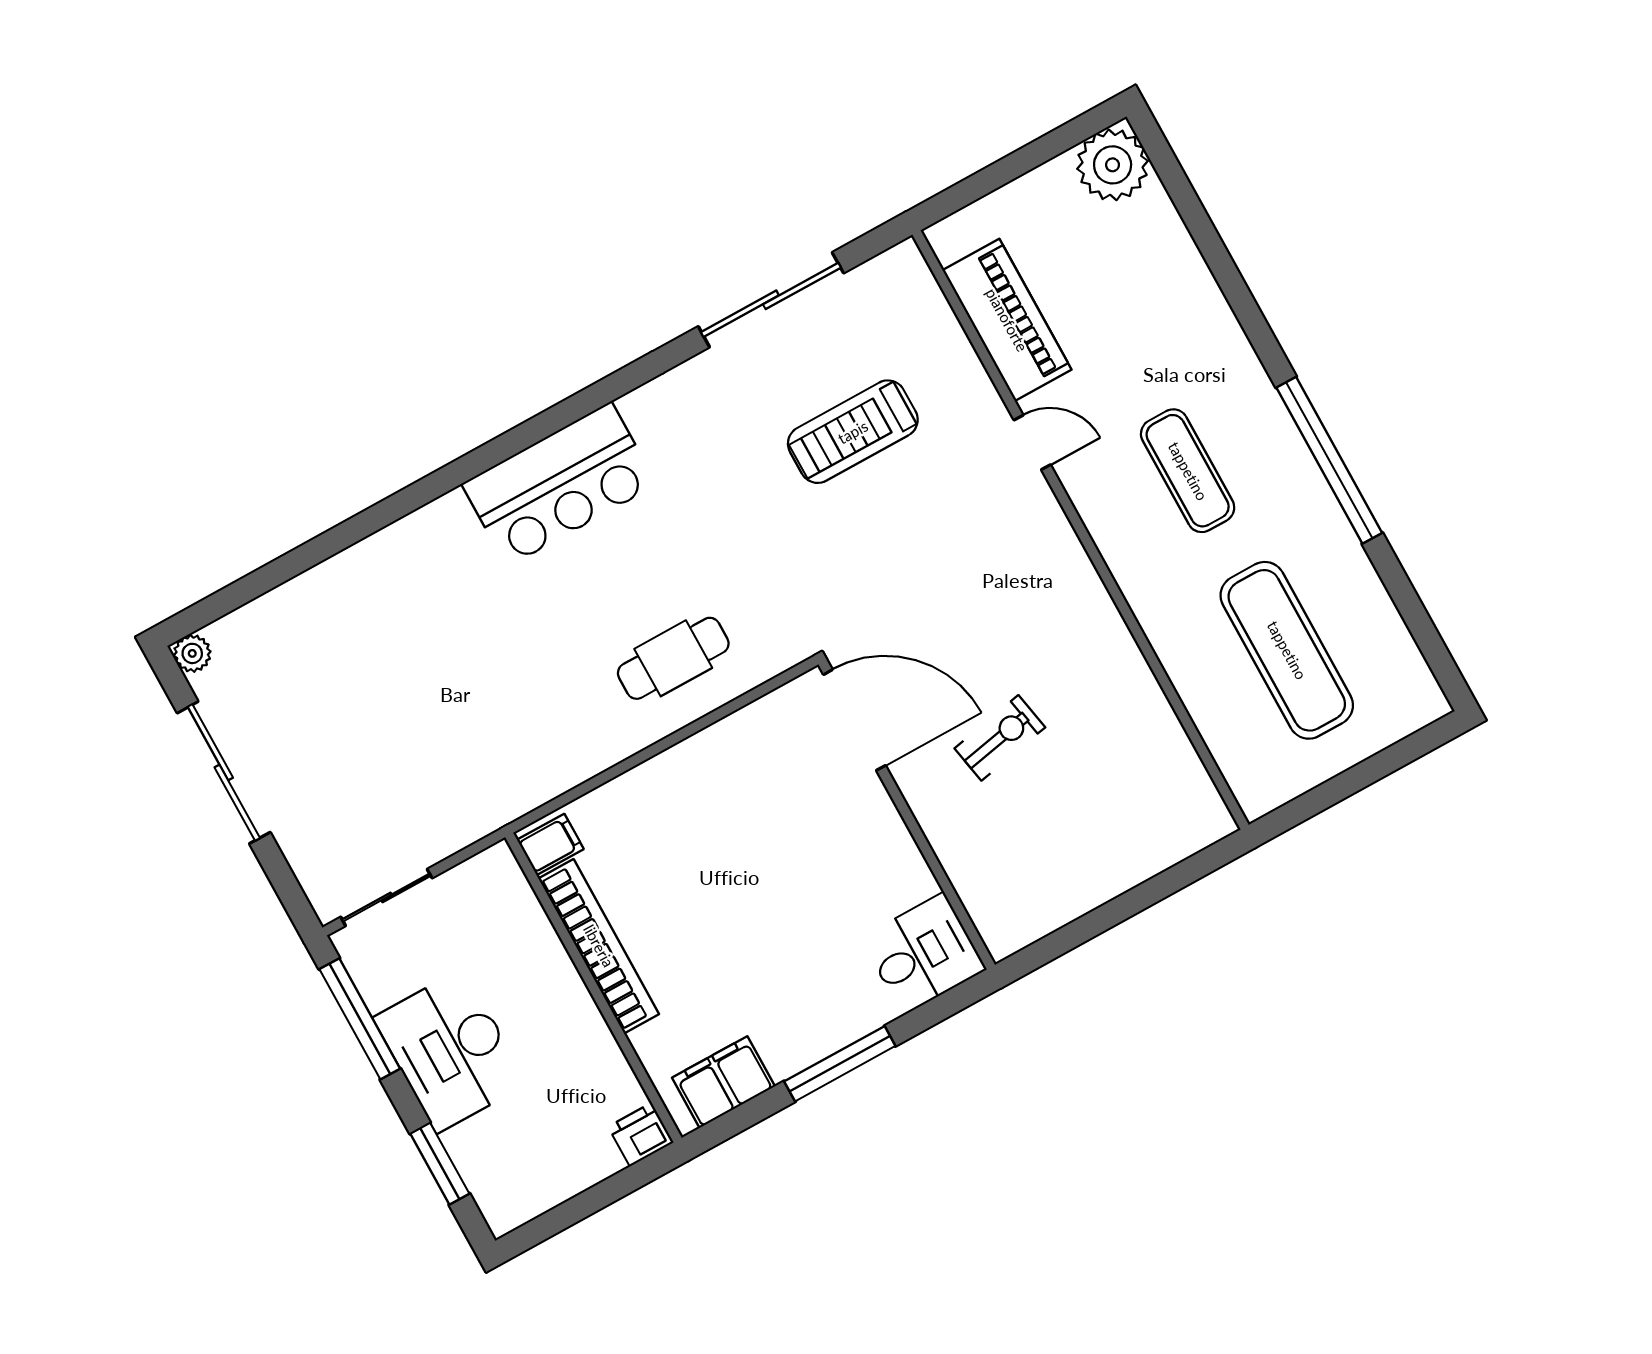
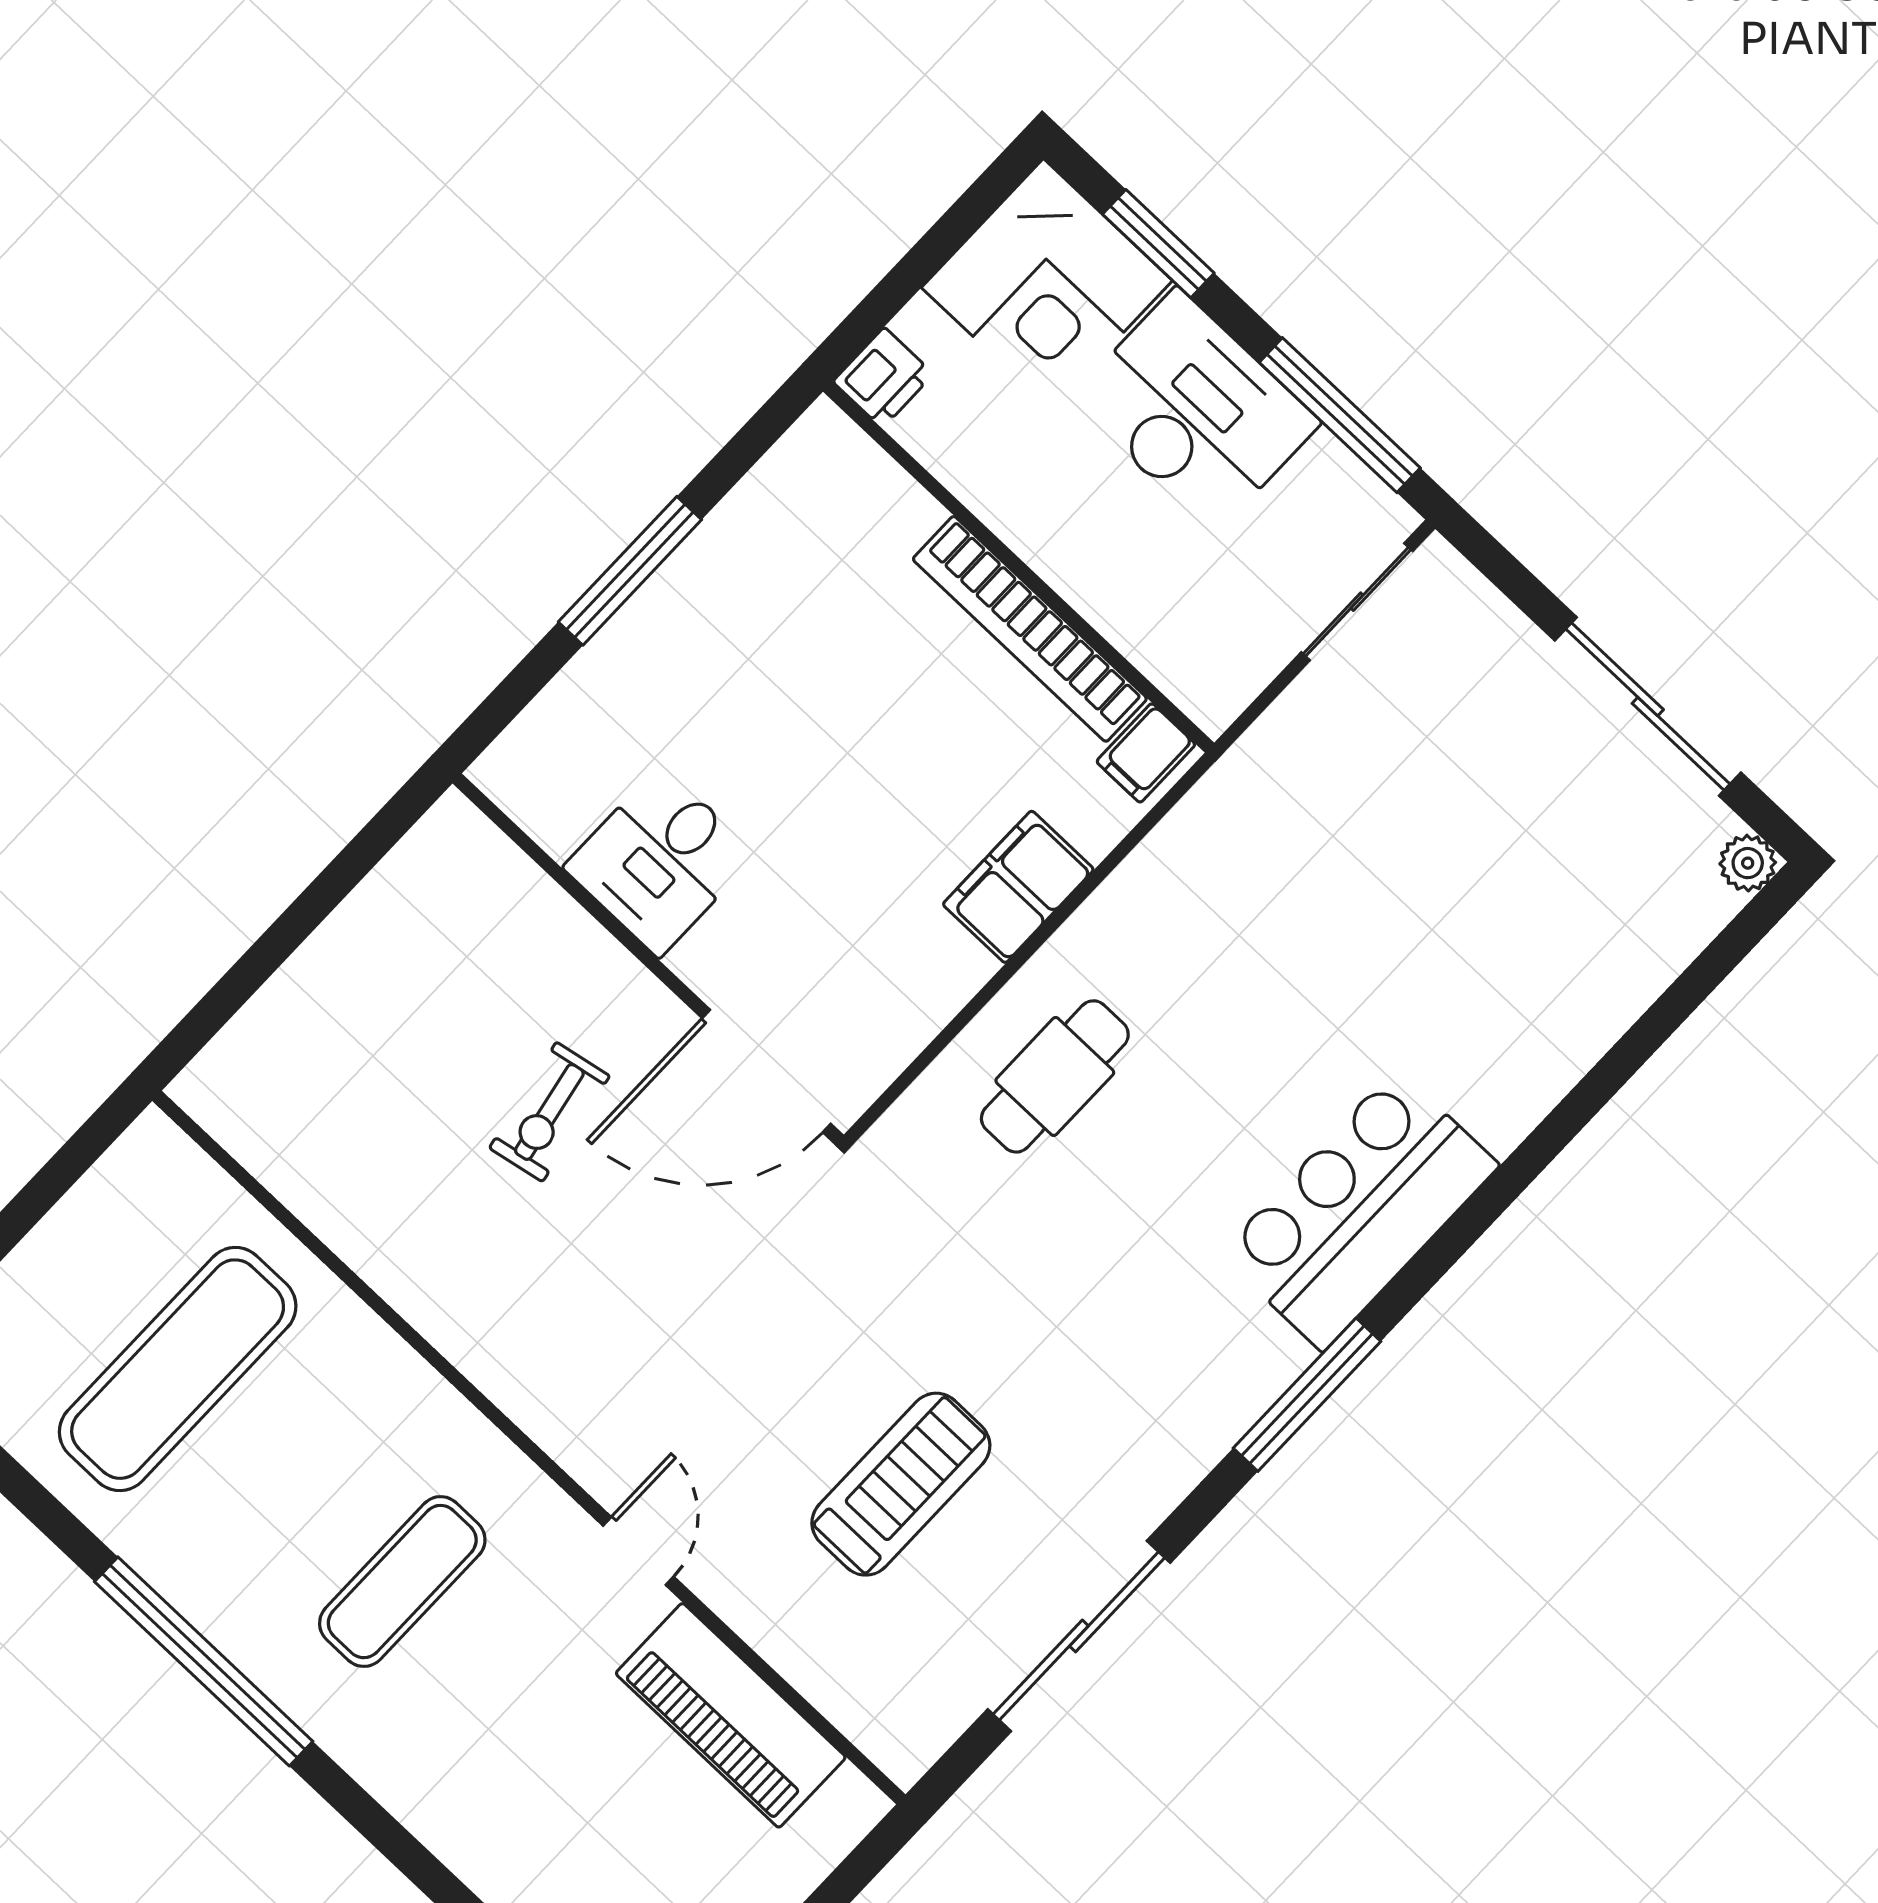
window: (578, 406) -> (1307, 1395), added
door: (1032, 442) -> (638, 1551), swing flipped
exercise mat: (1188, 471) -> (402, 1582), turned 90
bar counter: (559, 484) -> (1359, 1210), moved
exercise mat: (1287, 650) -> (178, 1369), turned 90
desk: (923, 954) -> (660, 861), moved
filing cabinet: (723, 1082) -> (1018, 887), moved, turned 180
corner desk: (518, 1161) -> (1047, 284), added

